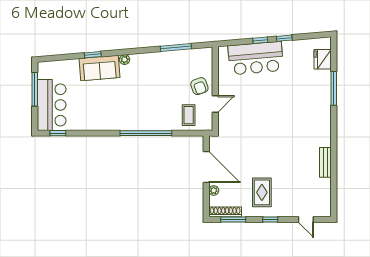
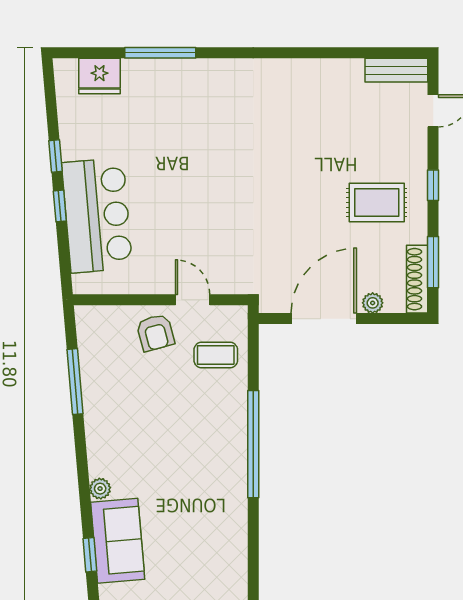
armchair: (199, 86) -> (155, 333), turned 95
bench: (325, 162) -> (396, 70), moved

